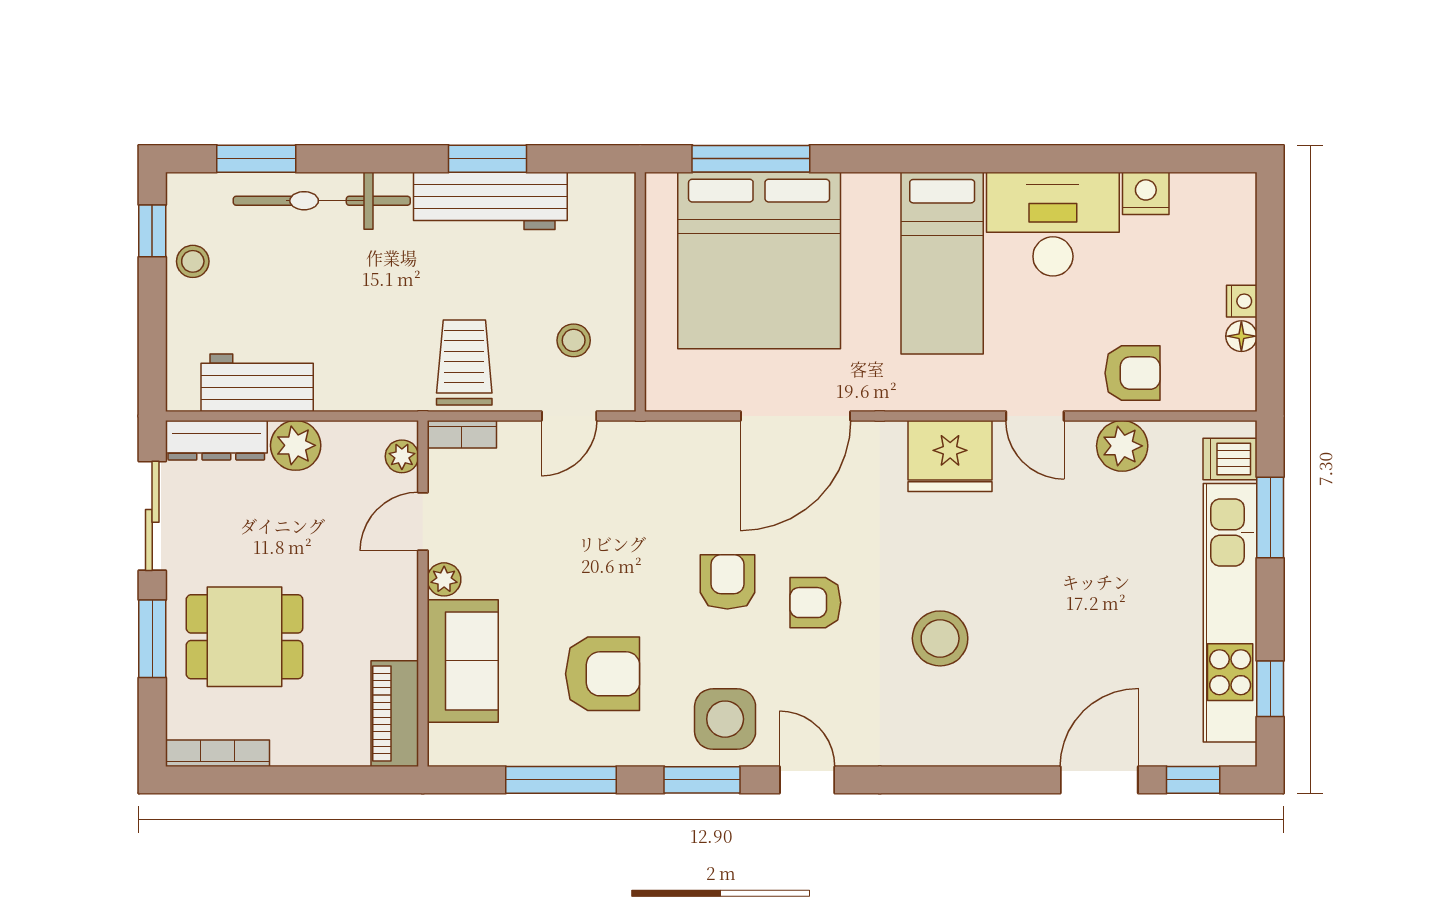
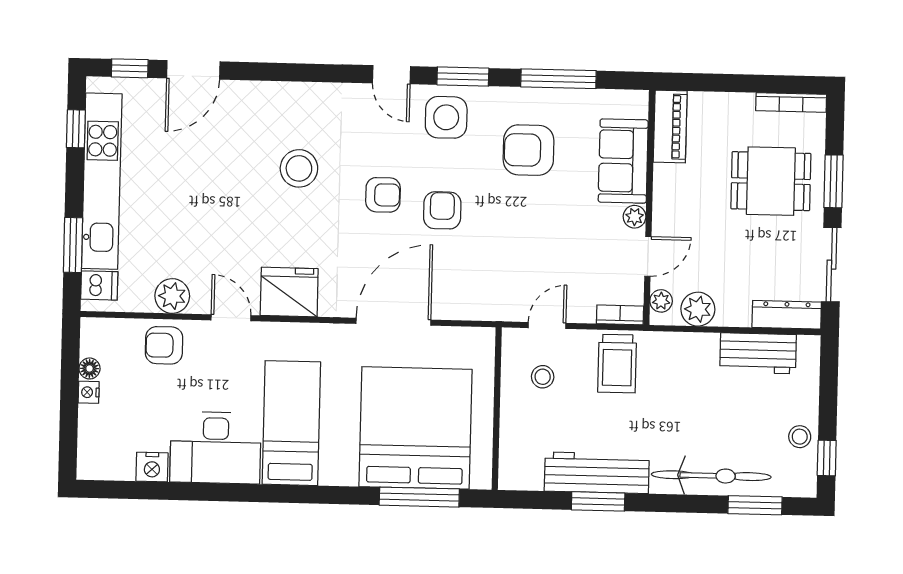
plant: (296, 445) -> (698, 309), moved
armchair: (727, 582) -> (442, 210), turned 180

